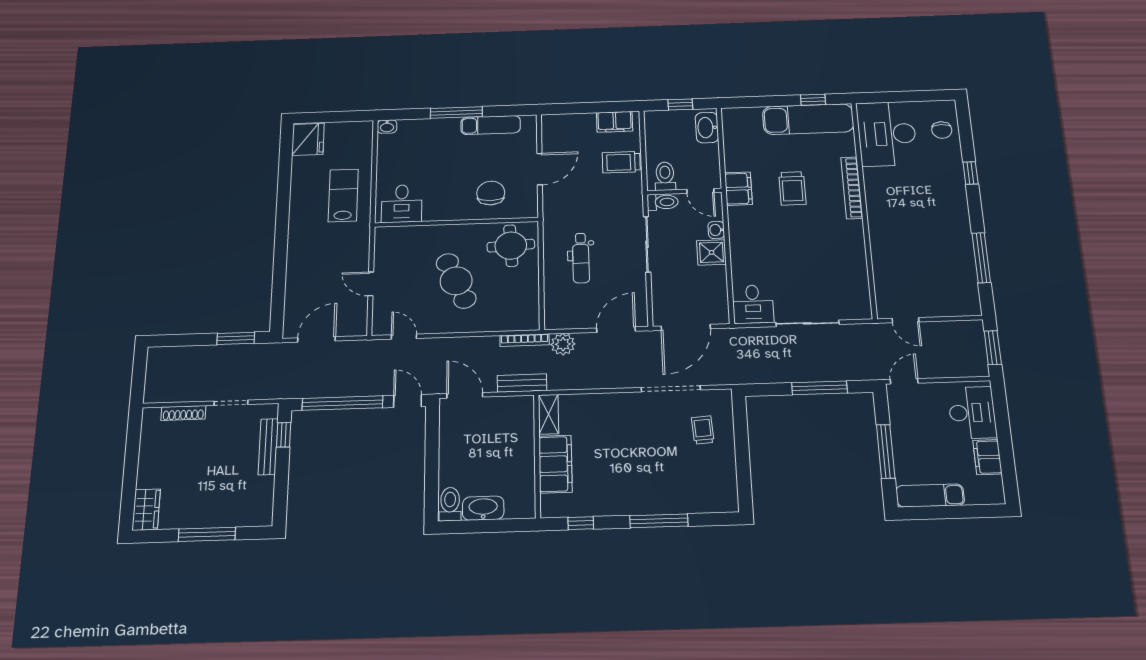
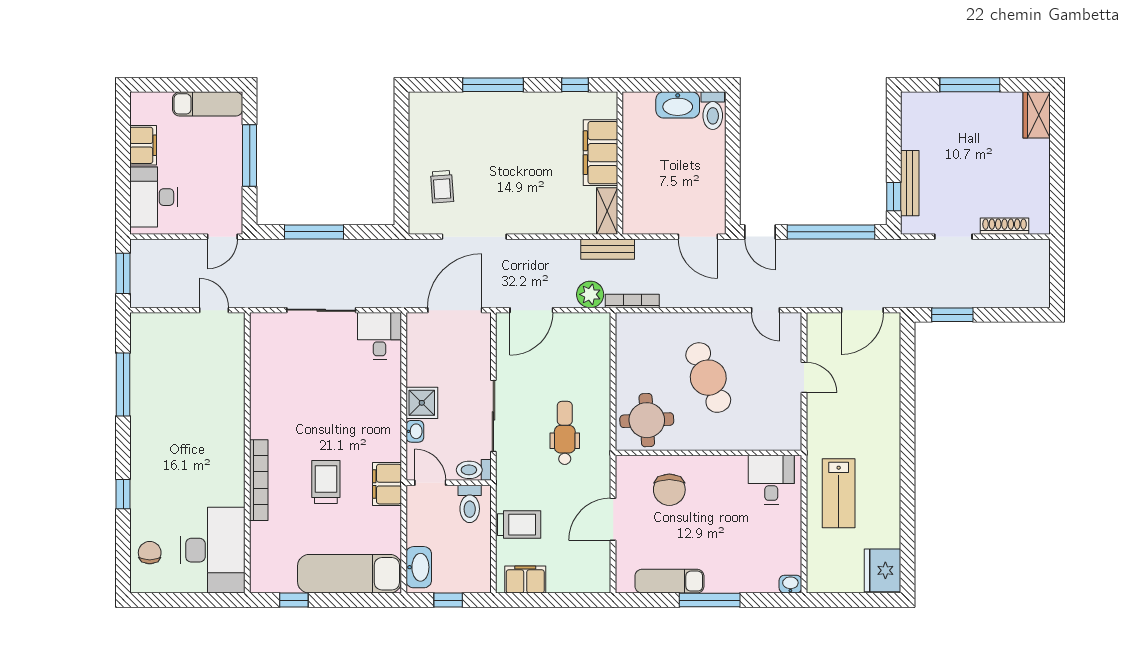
exam couch: (808, 119) -> (350, 574), moved
dental chair: (581, 258) -> (565, 433), moved
bench: (522, 383) -> (608, 249), moved

